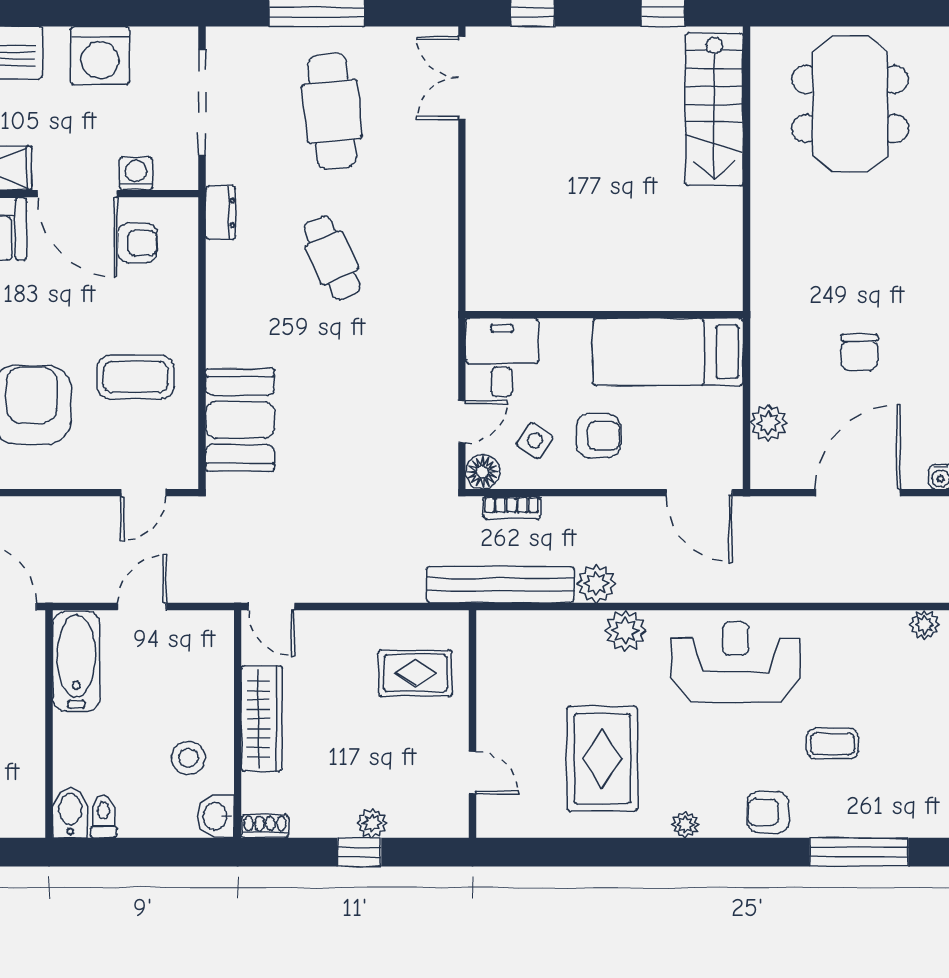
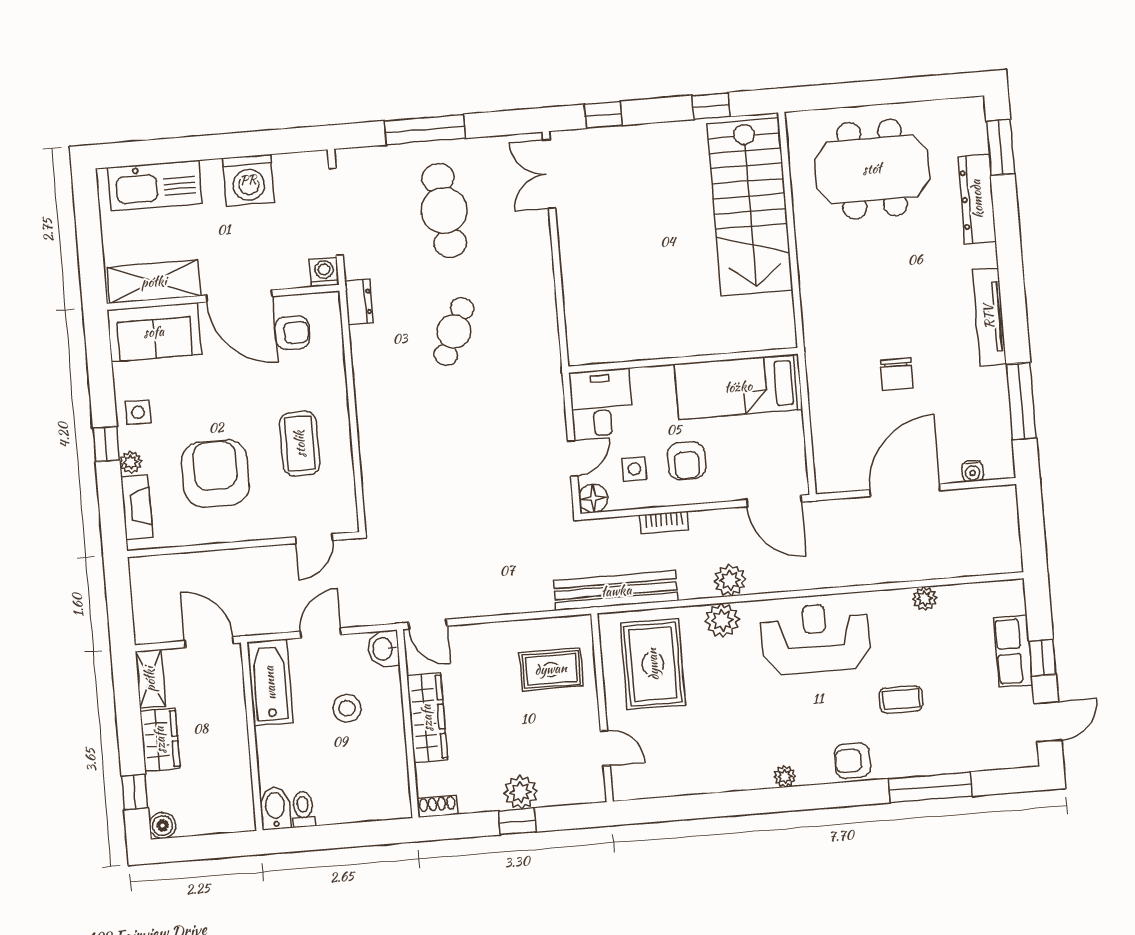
meeting table: (850, 104) -> (872, 169), turned 90
stairs: (714, 109) -> (750, 207), width x1.36, depth x1.51
washing machine: (136, 174) -> (324, 272), moved
cafe table: (332, 258) -> (454, 332), turned 48
coffee table: (136, 377) -> (300, 444), turned 90
booth: (240, 420) -> (389, 472), removed
plant: (769, 423) -> (826, 438), removed
armchair: (598, 436) -> (687, 461), turned 90
side table: (535, 440) -> (634, 469), turned -34
bookcase: (512, 508) -> (664, 522), moved
plant: (596, 584) -> (730, 580), moved
plant: (925, 625) -> (925, 598), moved
stool: (188, 758) -> (347, 708), moved
rug: (602, 759) -> (653, 664), moved
washbasin: (216, 816) -> (383, 649), moved
plant: (372, 823) -> (521, 792), width x1.38, depth x1.38

